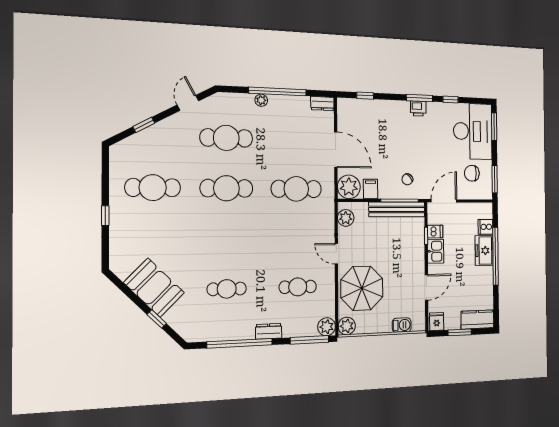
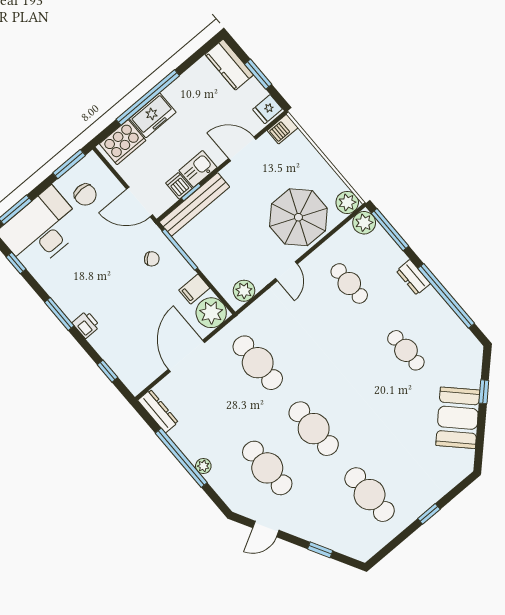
window: (451, 100) -> (16, 263), moved
dresser: (322, 103) -> (158, 411), width x1.44
printer: (418, 109) -> (86, 324), moved
bench: (397, 209) -> (194, 204), moved, turned 90
cooker: (485, 227) -> (123, 142), width x1.87, depth x1.31
barbecue: (402, 325) -> (283, 129), moved, turned -90

